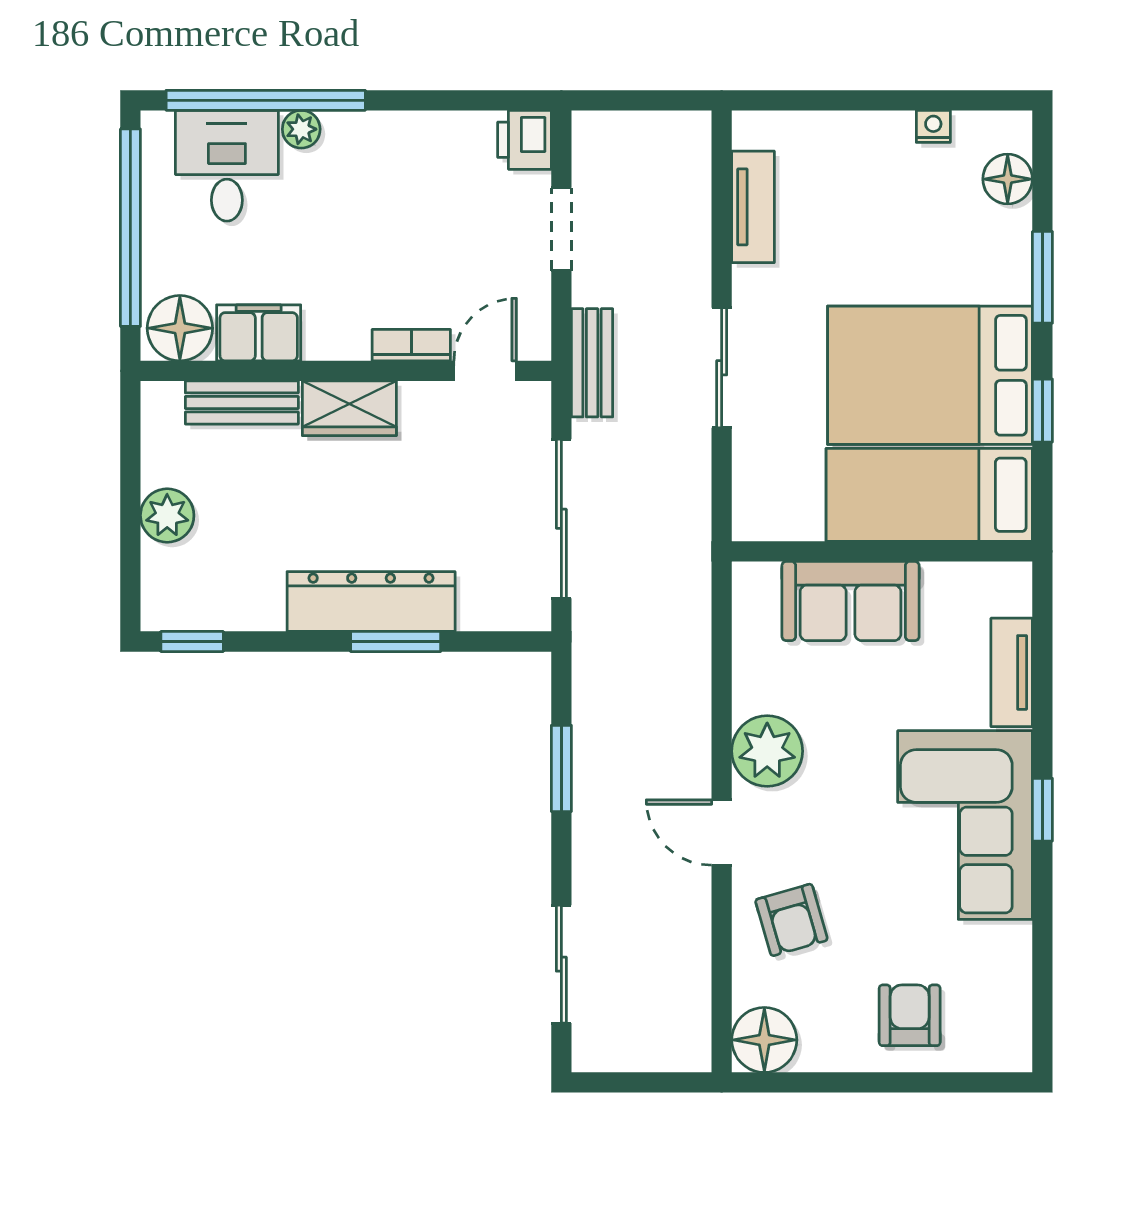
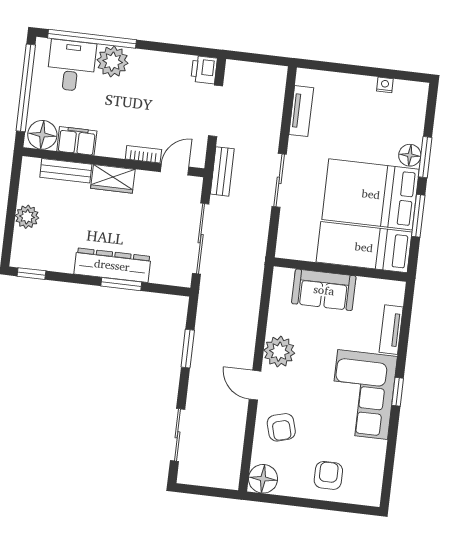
plant: (301, 129) -> (113, 62), width x1.88, depth x1.88
floor lamp: (1008, 179) -> (410, 155), moved
doorway: (561, 229) -> (216, 111), width x1.38
window: (1042, 411) -> (418, 216), width x1.50

